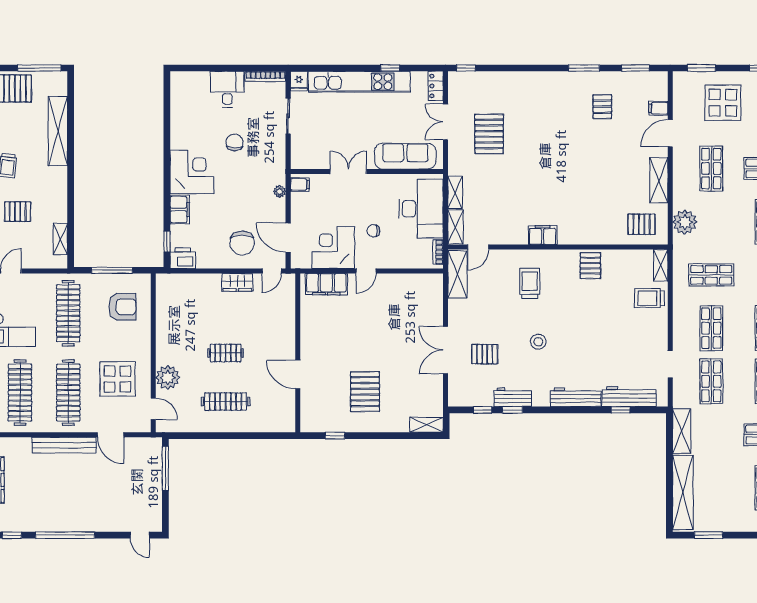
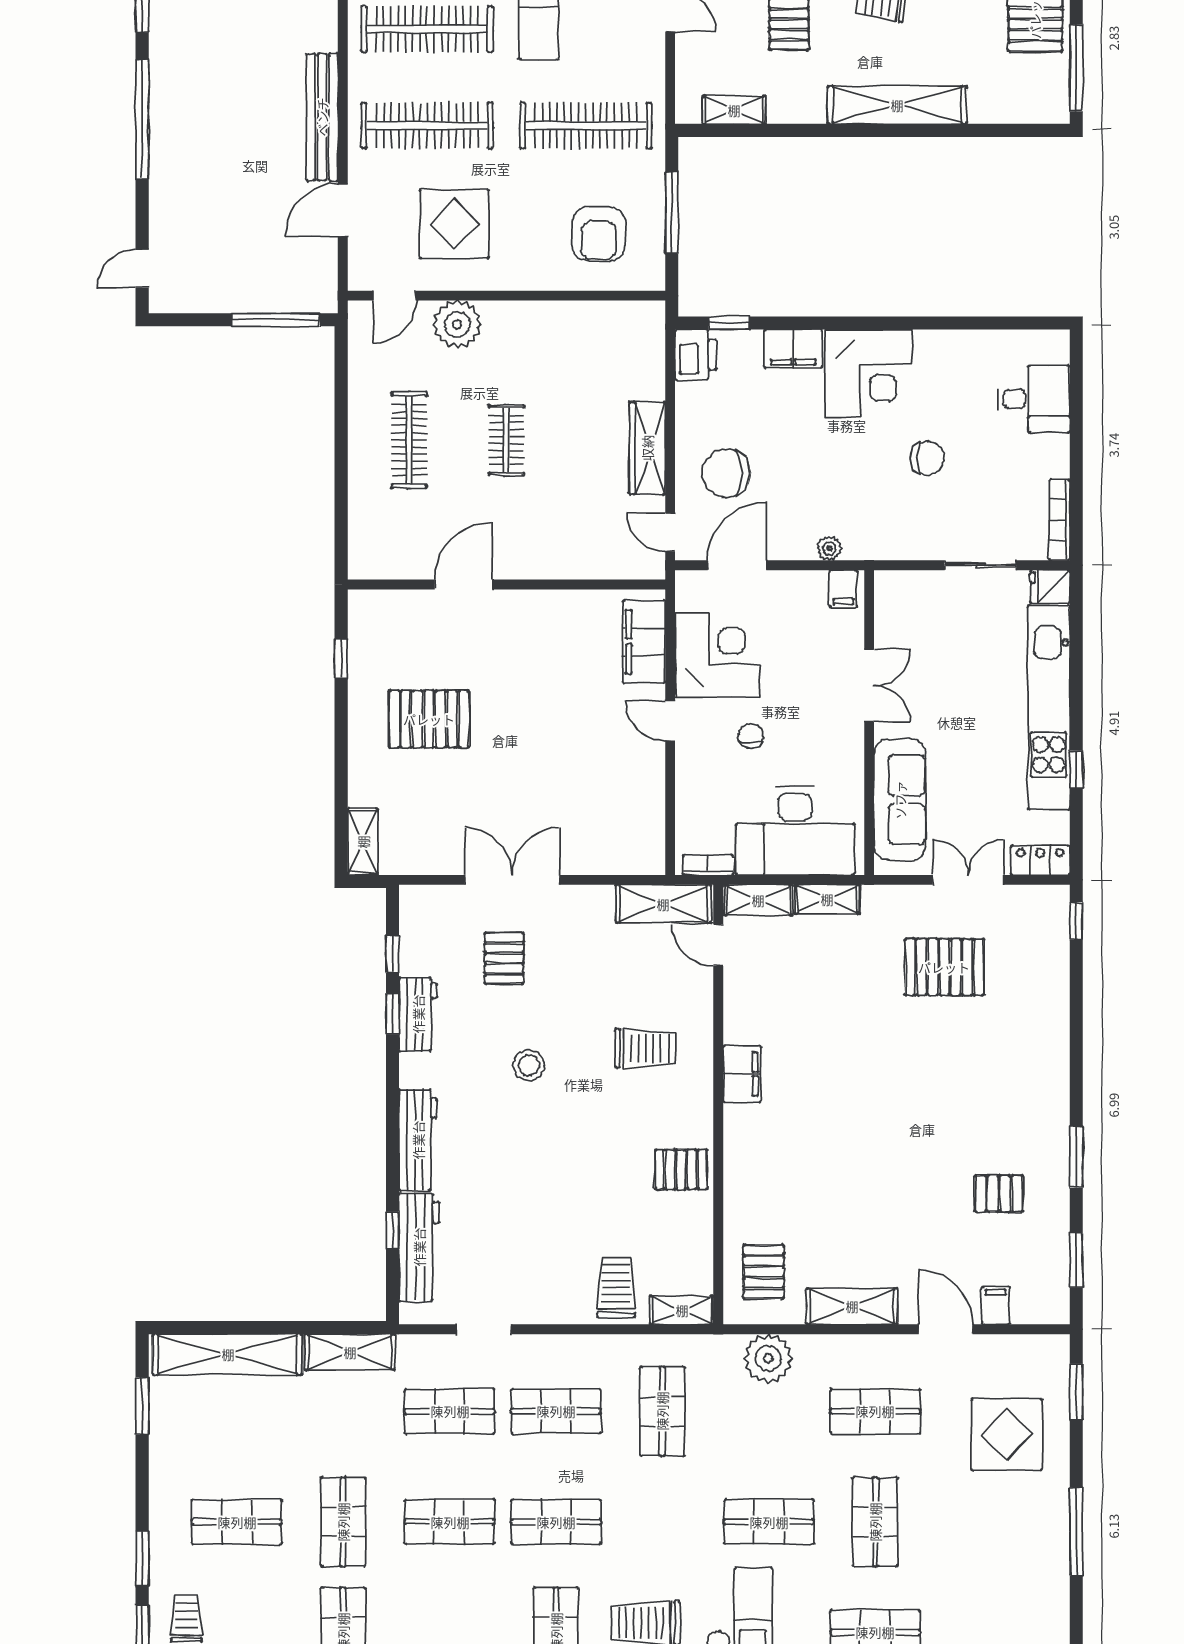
desk: (227, 89) -> (1034, 399), moved
shelving: (58, 131) -> (897, 105), moved
wardrobe: (237, 282) -> (647, 448), width x1.50

